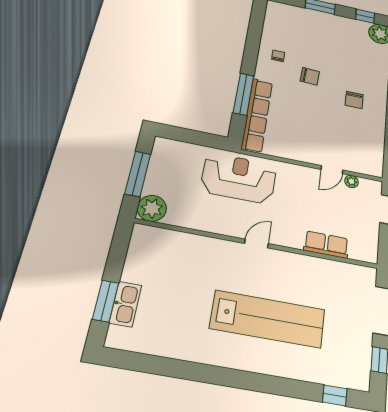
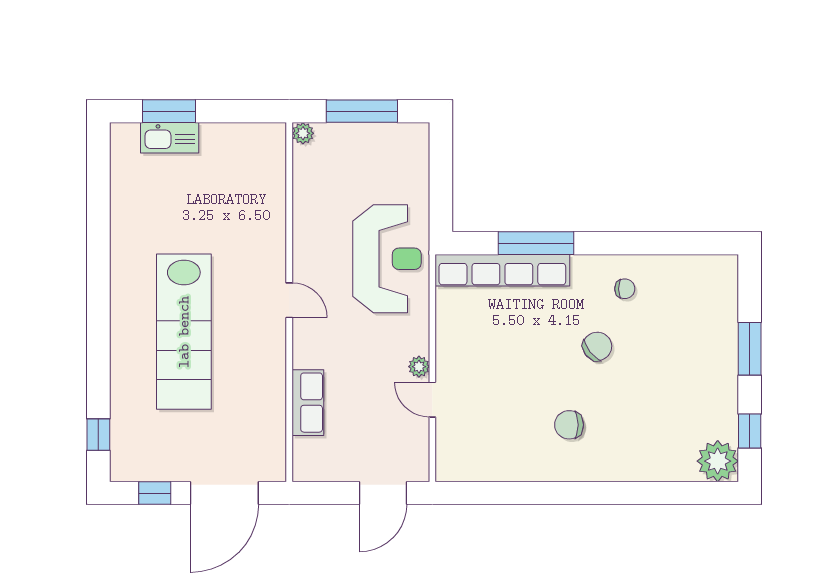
chair: (310, 76) -> (597, 346), turned -131
plant: (352, 181) -> (419, 367), moved
plant: (152, 208) -> (303, 133), width x0.53, depth x0.53

